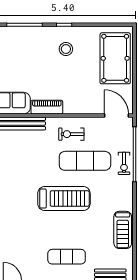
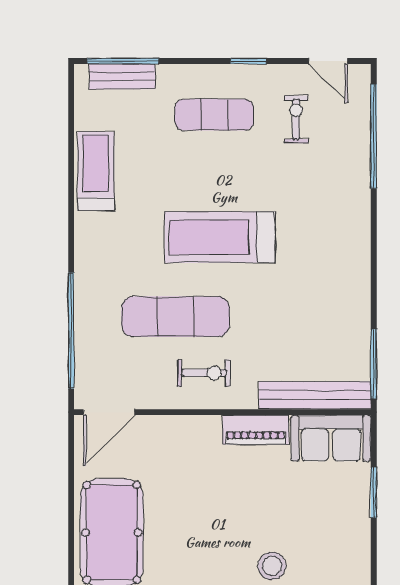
stool: (66, 49) -> (272, 566), moved
door: (116, 115) -> (109, 412), hinge flipped
exercise bike: (124, 163) -> (296, 119), moved

